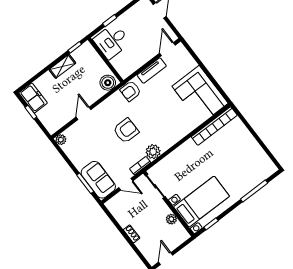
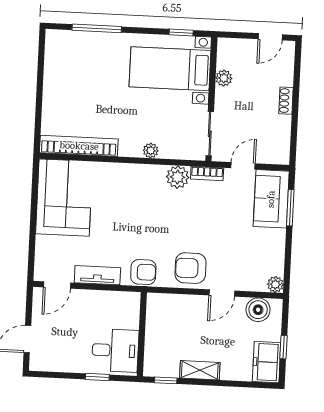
boiler: (108, 83) -> (258, 310), moved
armchair: (126, 131) -> (190, 268), moved
plant: (177, 153) -> (151, 151), added
door: (126, 184) -> (243, 166), hinge flipped

